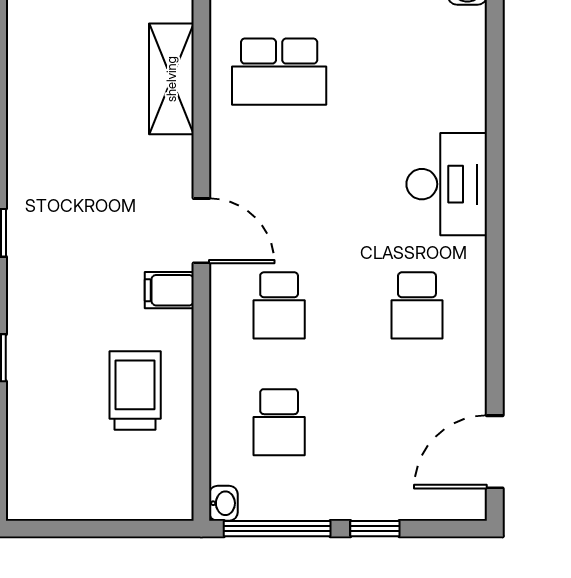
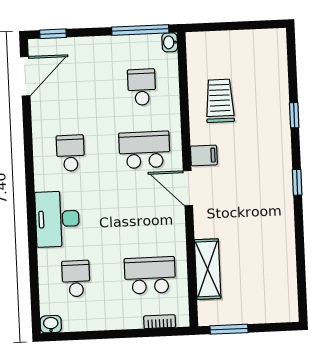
school desk: (417, 72) -> (76, 279), added
school desk: (279, 305) -> (144, 150), width x1.85
trolley: (135, 391) -> (220, 101), turned 180
window: (375, 529) -> (53, 34), moved

